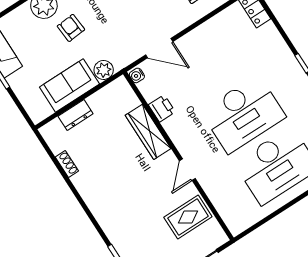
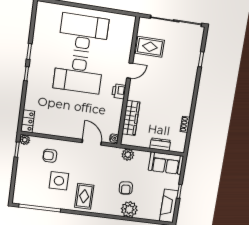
sofa: (69, 85) -> (166, 163), moved
printer: (162, 108) -> (119, 91), moved
desk: (243, 114) -> (78, 74), turned 180
wardrobe: (148, 132) -> (131, 118), moved

